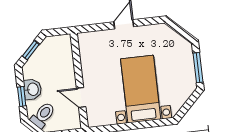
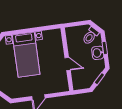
door: (81, 98) -> (68, 64), moved

